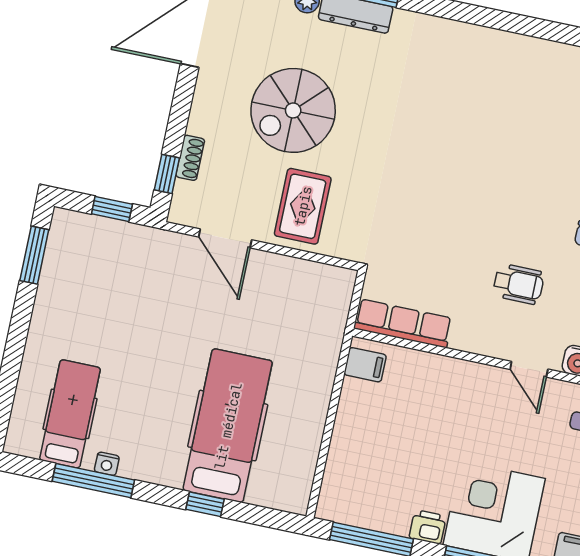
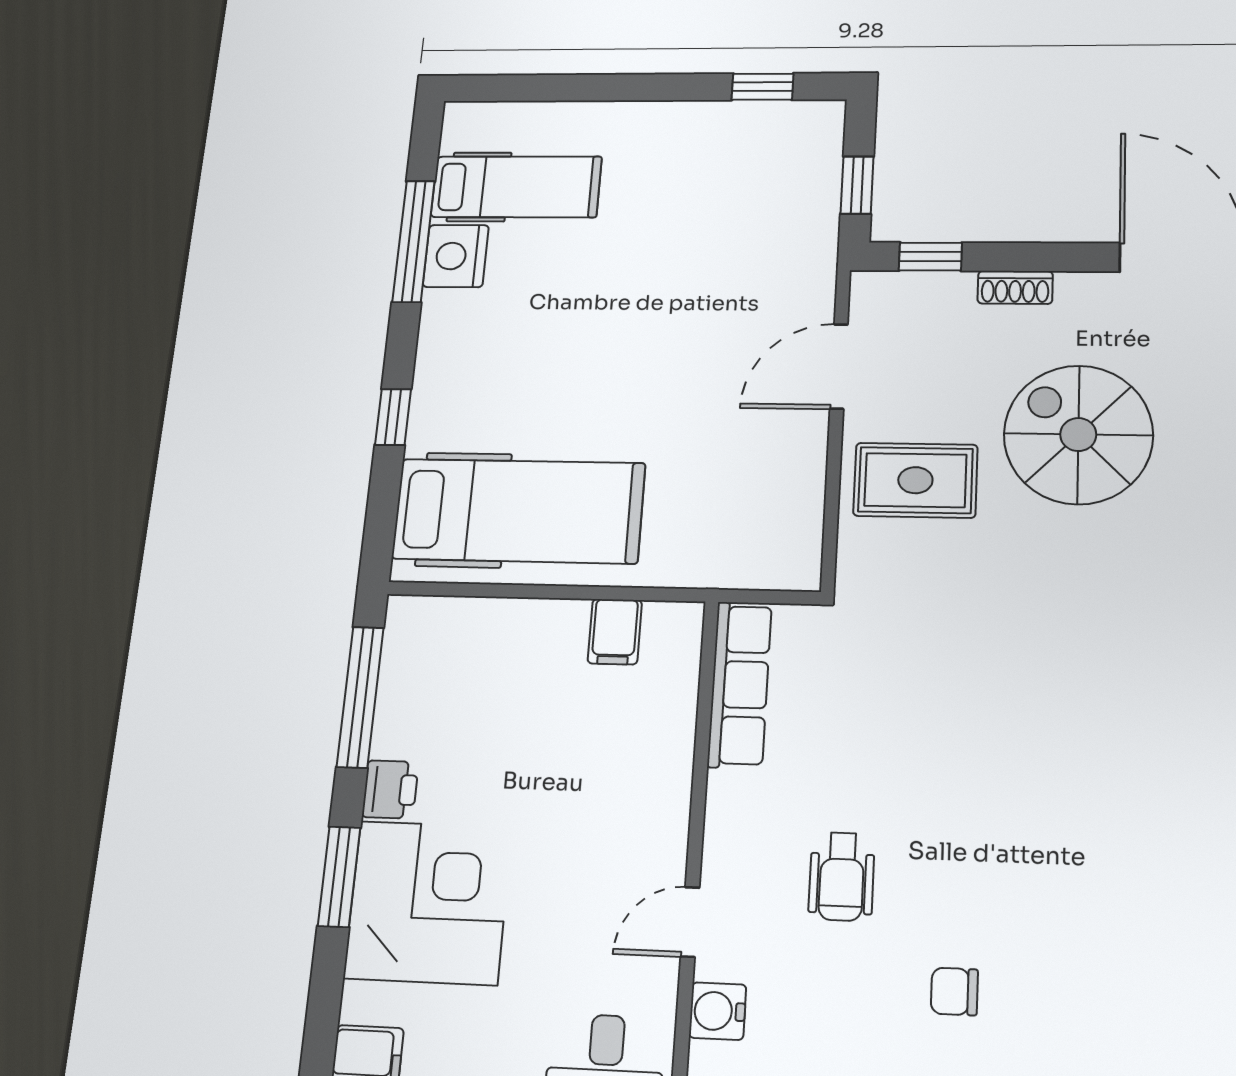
shoe rack: (190, 158) -> (1015, 287), moved
window: (34, 255) -> (763, 87), width x0.67
filing cabinet: (365, 365) -> (615, 632), moved
hospital bed: (228, 426) -> (518, 511), moved
nightstand: (107, 464) -> (456, 256), width x1.89, depth x1.79

